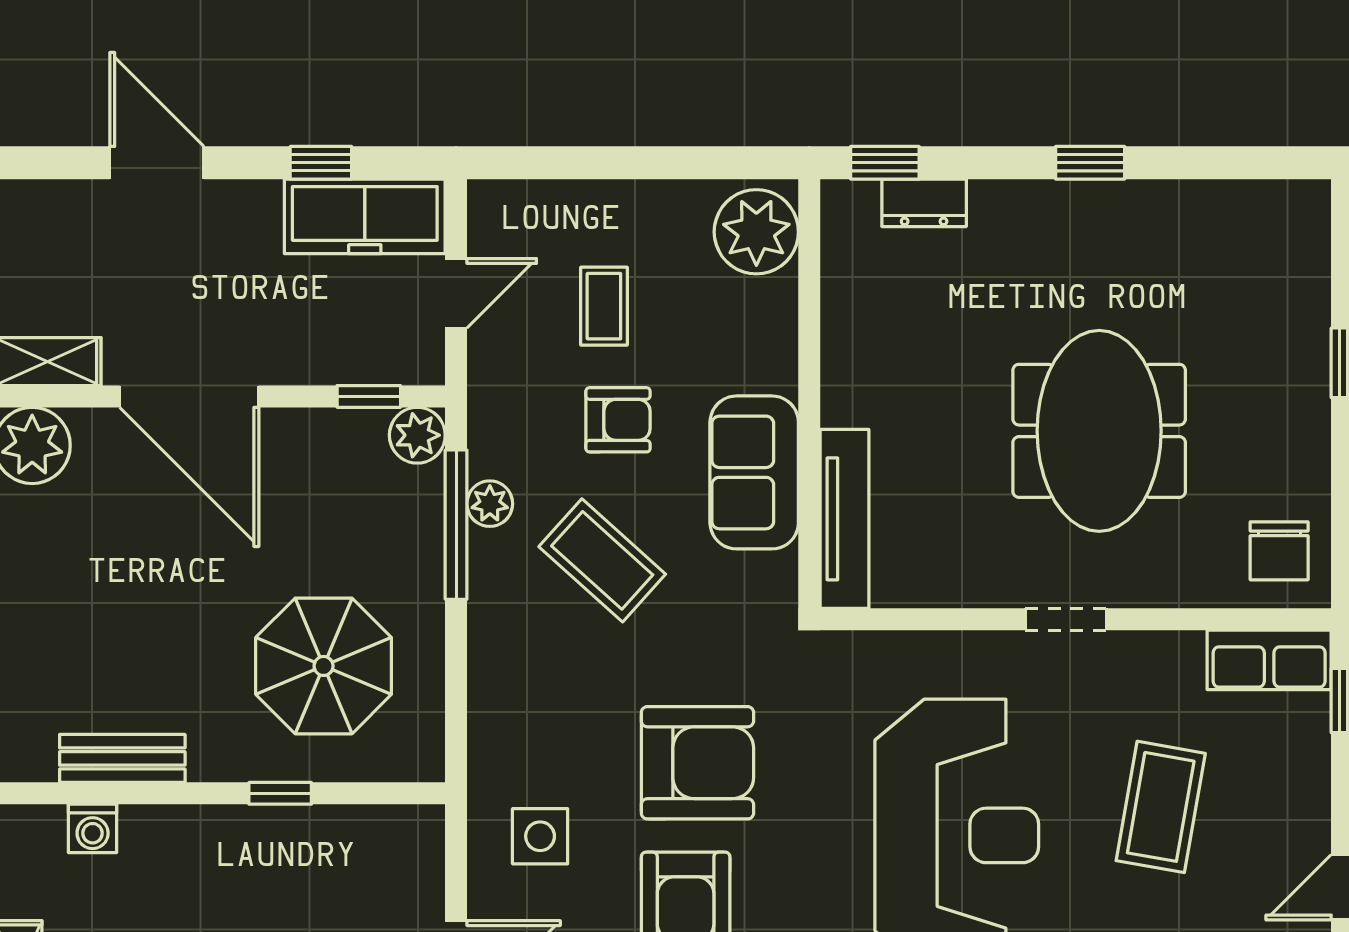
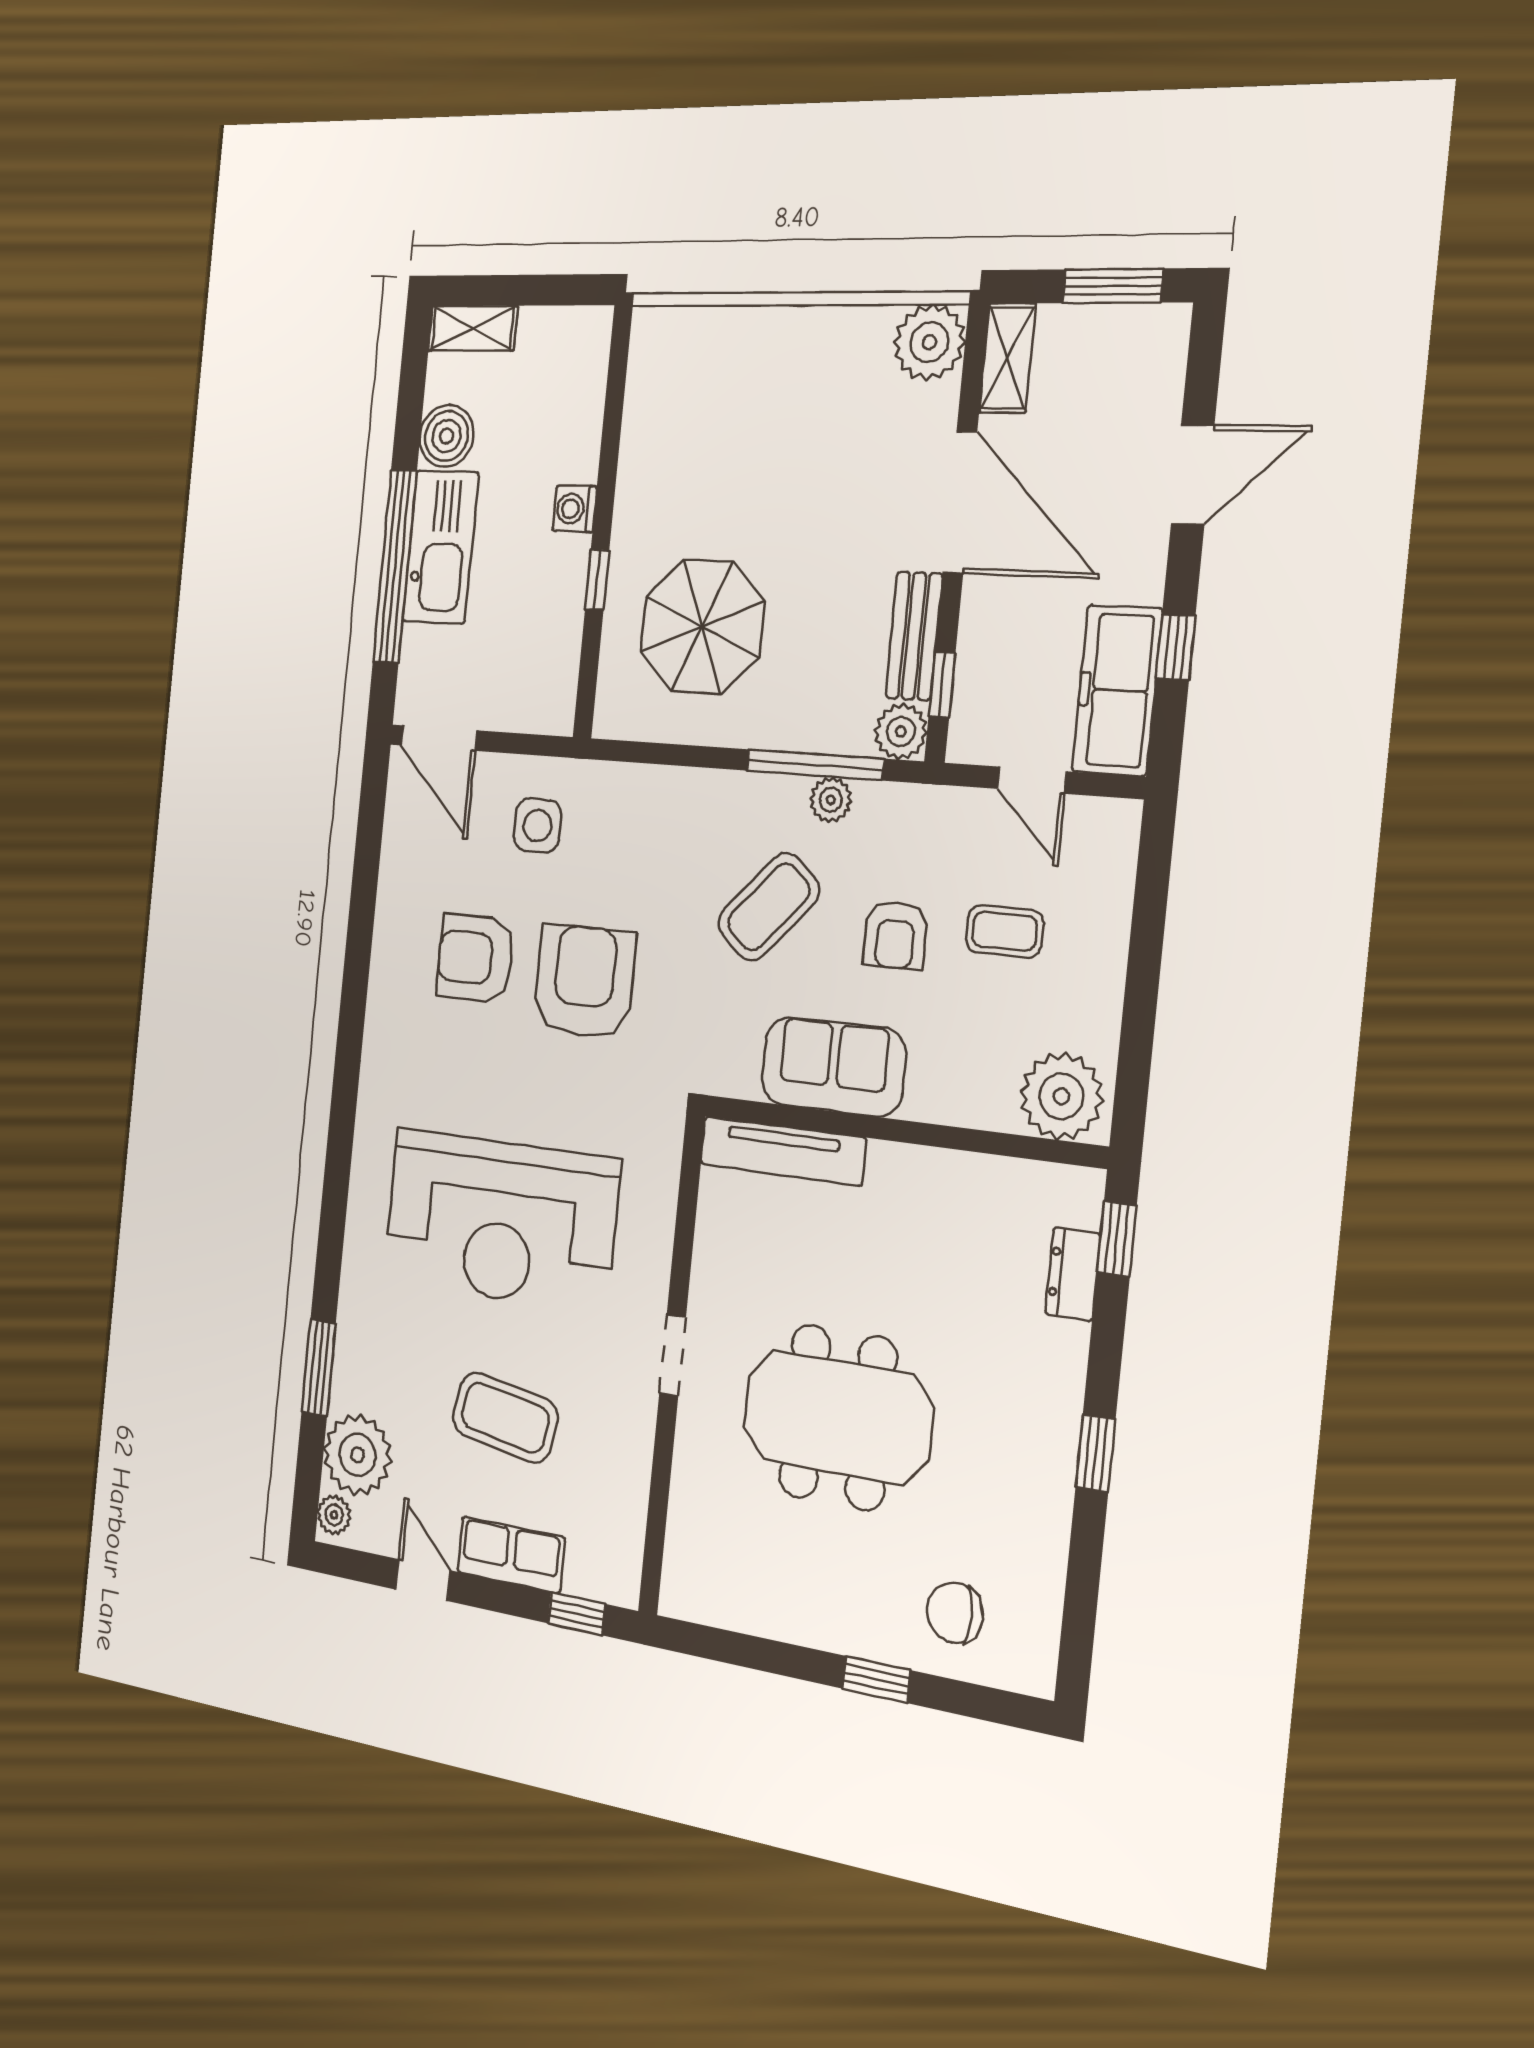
door: (189, 396) -> (960, 502), swing flipped
chair: (1279, 551) -> (955, 1613), moved
row of seats: (1269, 660) -> (511, 1555), moved, turned 90
bench: (122, 758) -> (914, 636), moved
armchair: (697, 763) -> (584, 982), turned 180
washing machine: (93, 828) -> (575, 509), moved

